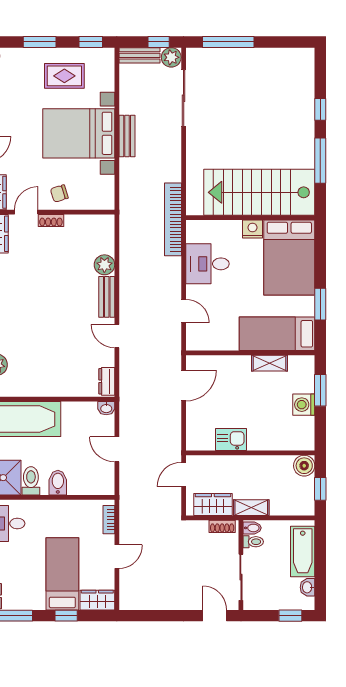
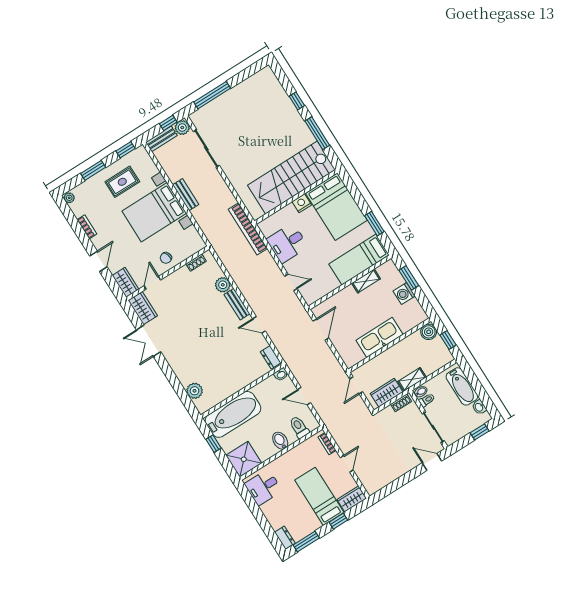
shoe rack: (51, 220) -> (196, 263), moved
kitchen sink: (231, 440) -> (380, 337), width x1.87, depth x1.24
toilet: (31, 481) -> (299, 427), moved

